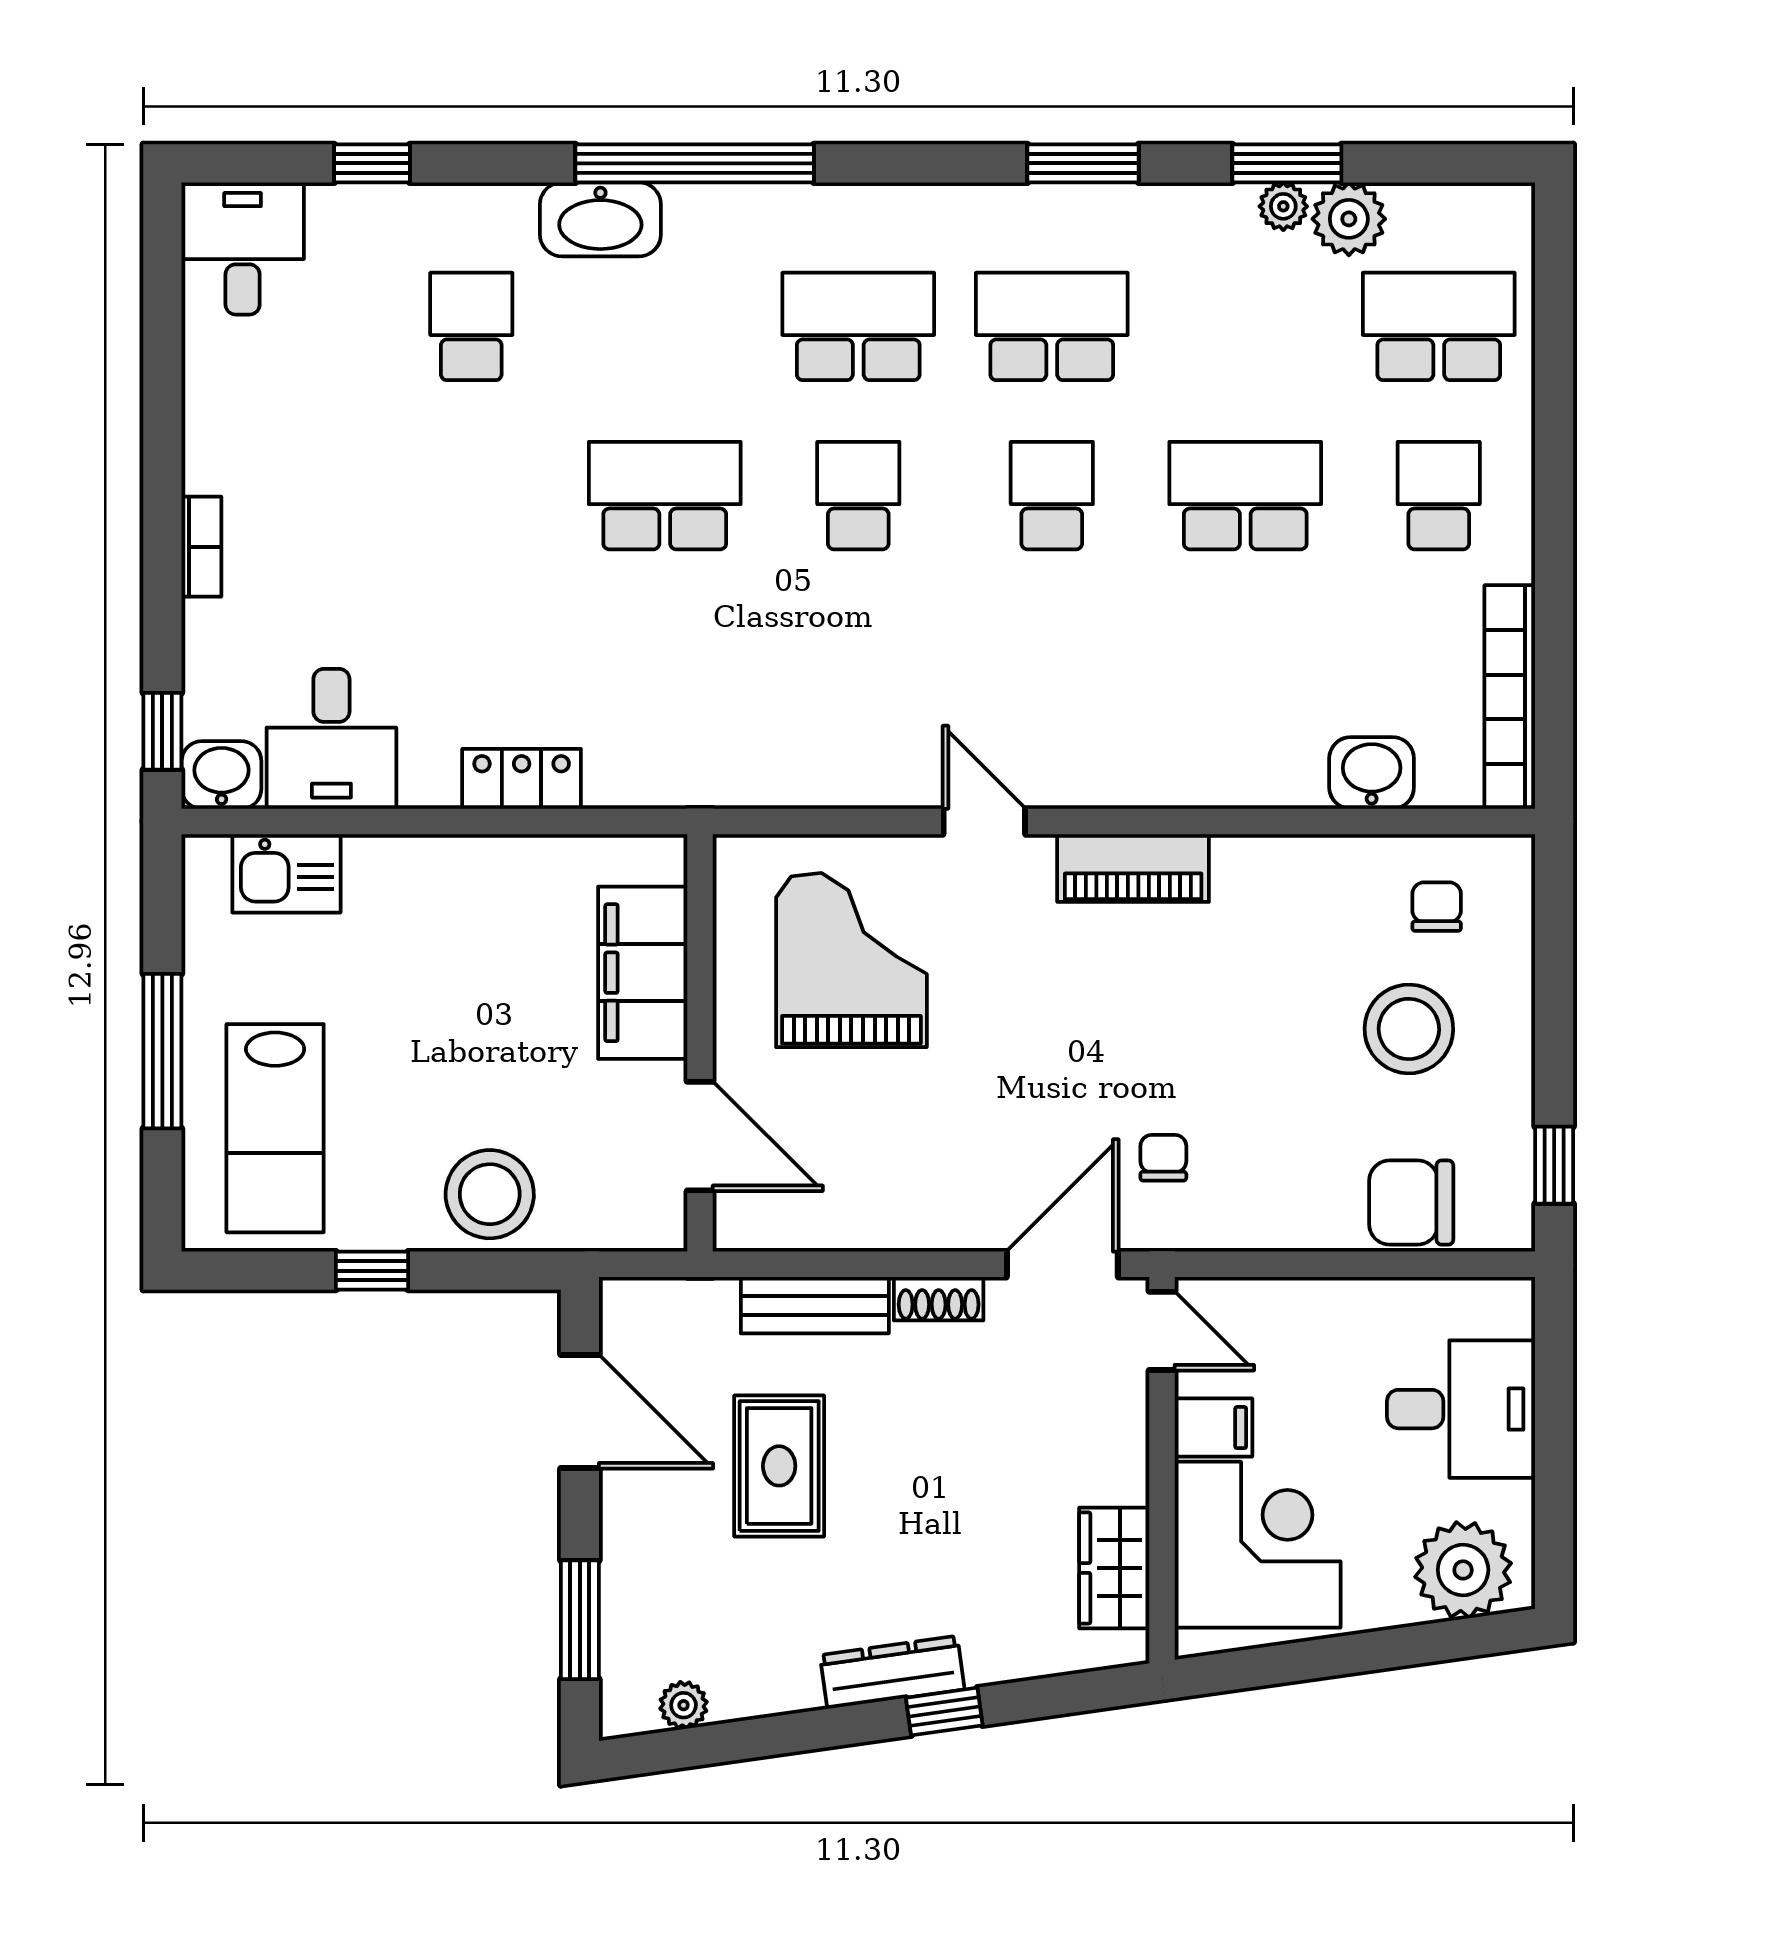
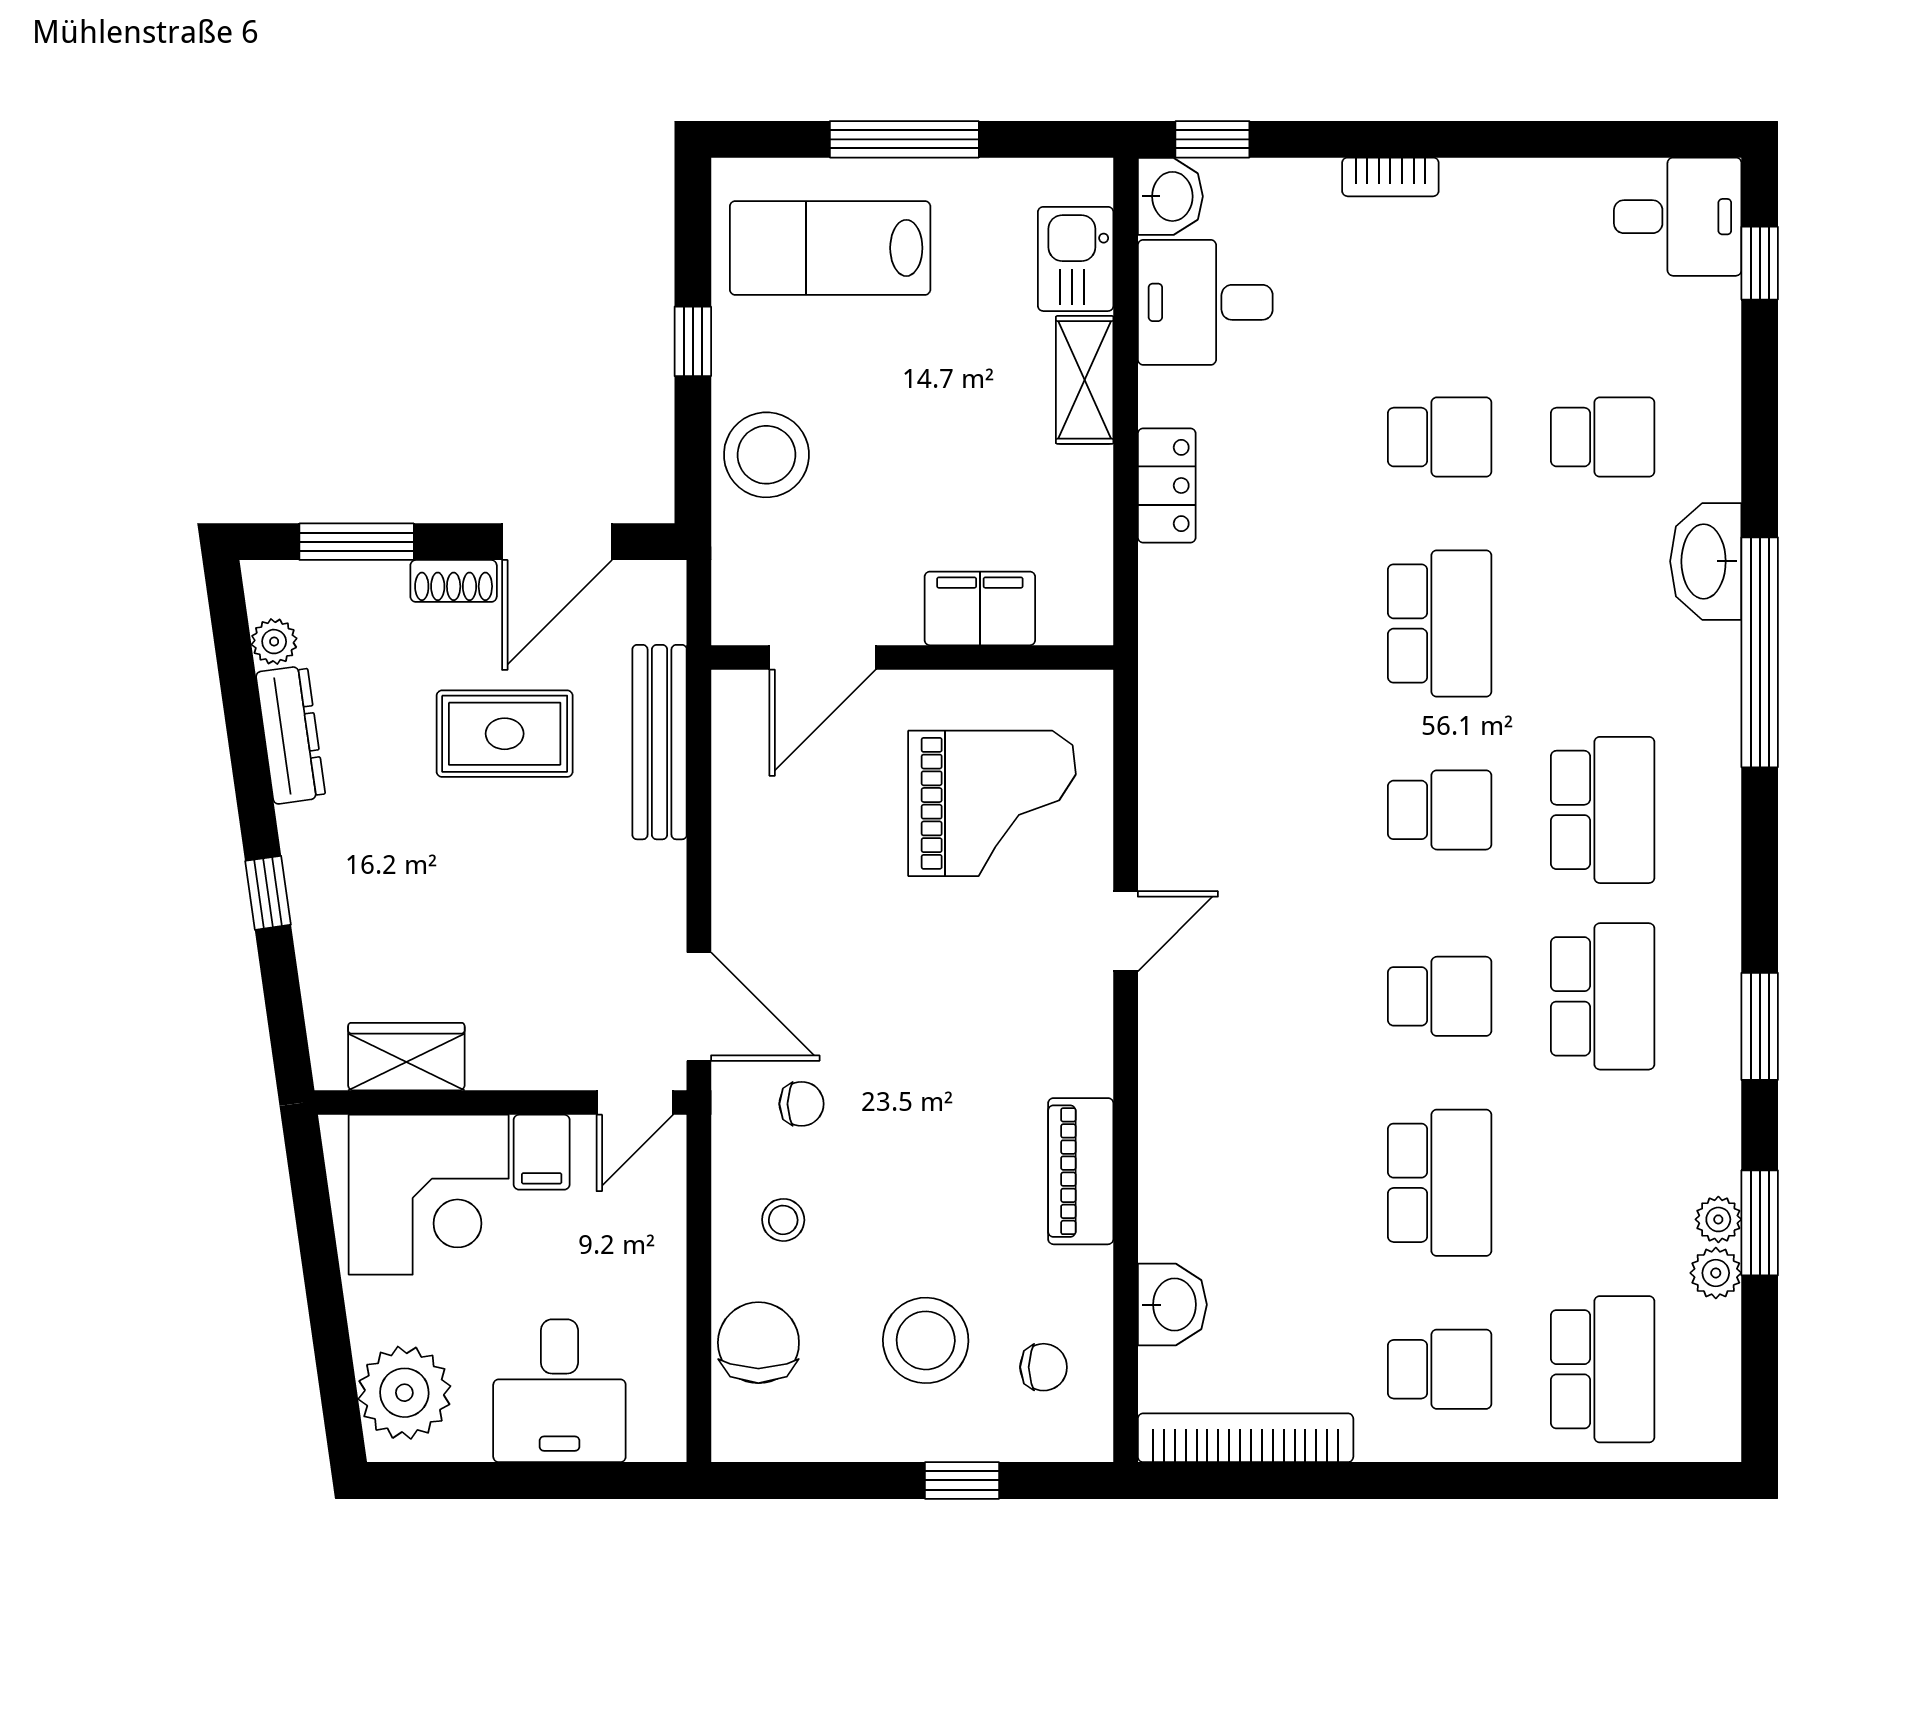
window: (372, 163) -> (1760, 263), moved
plant: (1349, 219) -> (1716, 1273), width x0.73, depth x0.73
school desk: (471, 496) -> (1440, 437), added
shelving: (412, 864) -> (1085, 380), added
piano: (1133, 868) -> (1081, 1171), moved
filing cabinet: (643, 973) -> (980, 608), width x0.67, depth x0.86
window: (1554, 1165) -> (962, 1480), moved
stool: (1284, 1177) -> (783, 1220), added
shoe rack: (939, 1299) -> (454, 581), moved, turned -90
bench: (815, 1305) -> (660, 742), width x1.36
dresser: (892, 1672) -> (291, 735), moved

